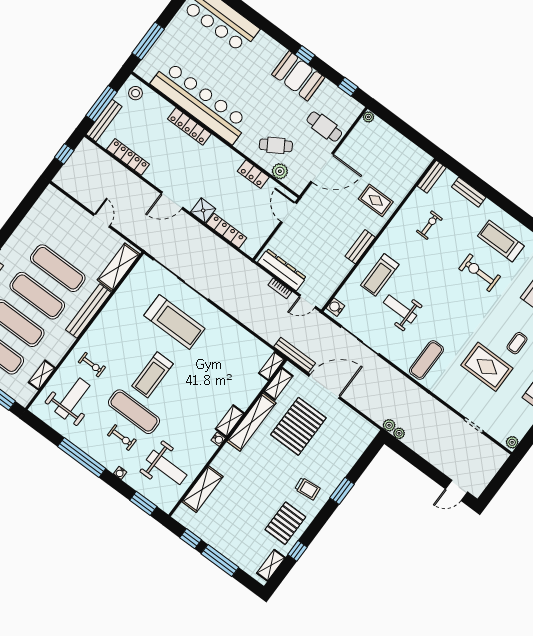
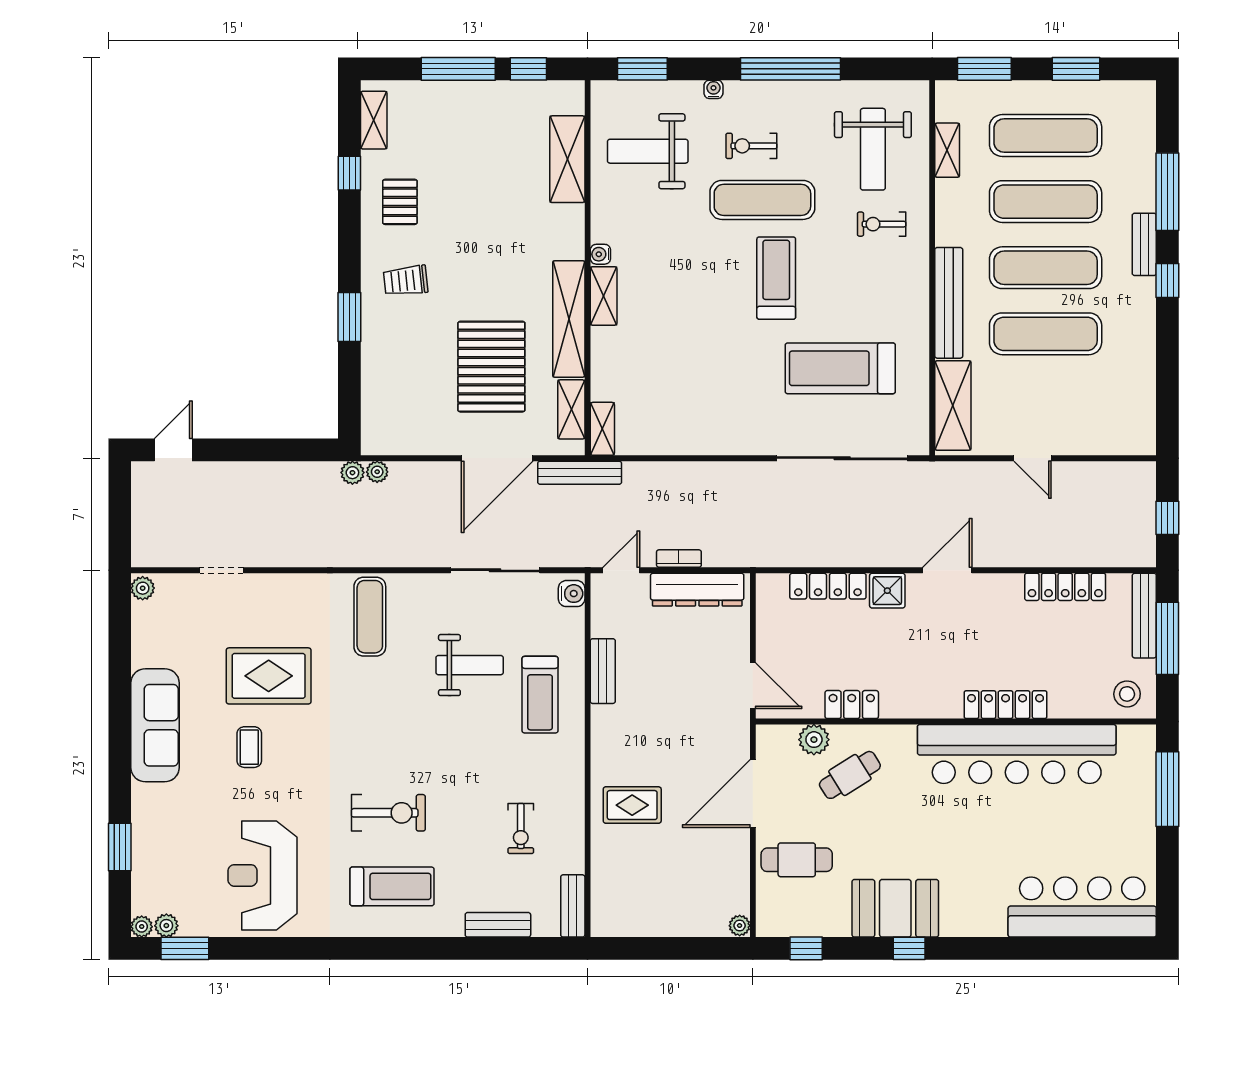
bench: (360, 247) -> (603, 671), moved
treadmill: (380, 275) -> (540, 695), turned 180
treadmill: (174, 322) -> (840, 368), moved
plant: (399, 433) -> (377, 472), moved
pallet: (285, 523) -> (400, 202), width x0.67, depth x0.71

